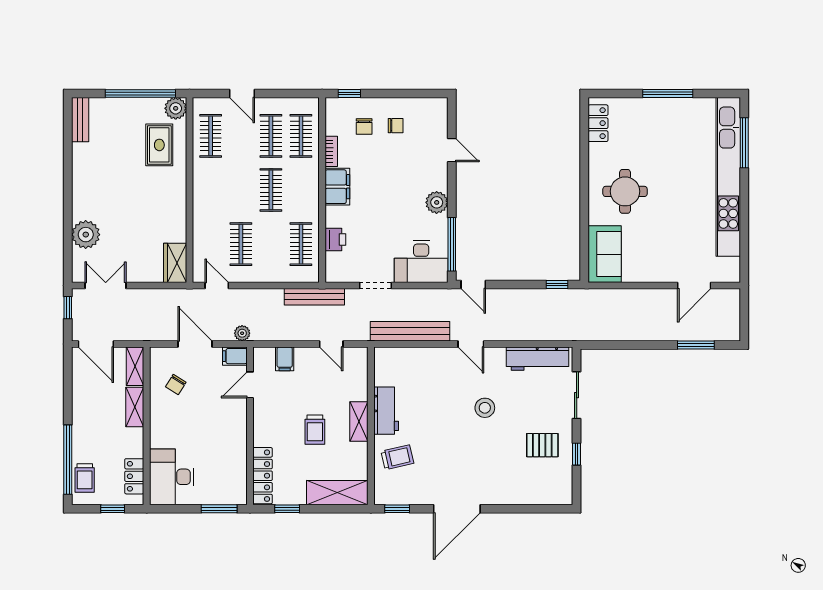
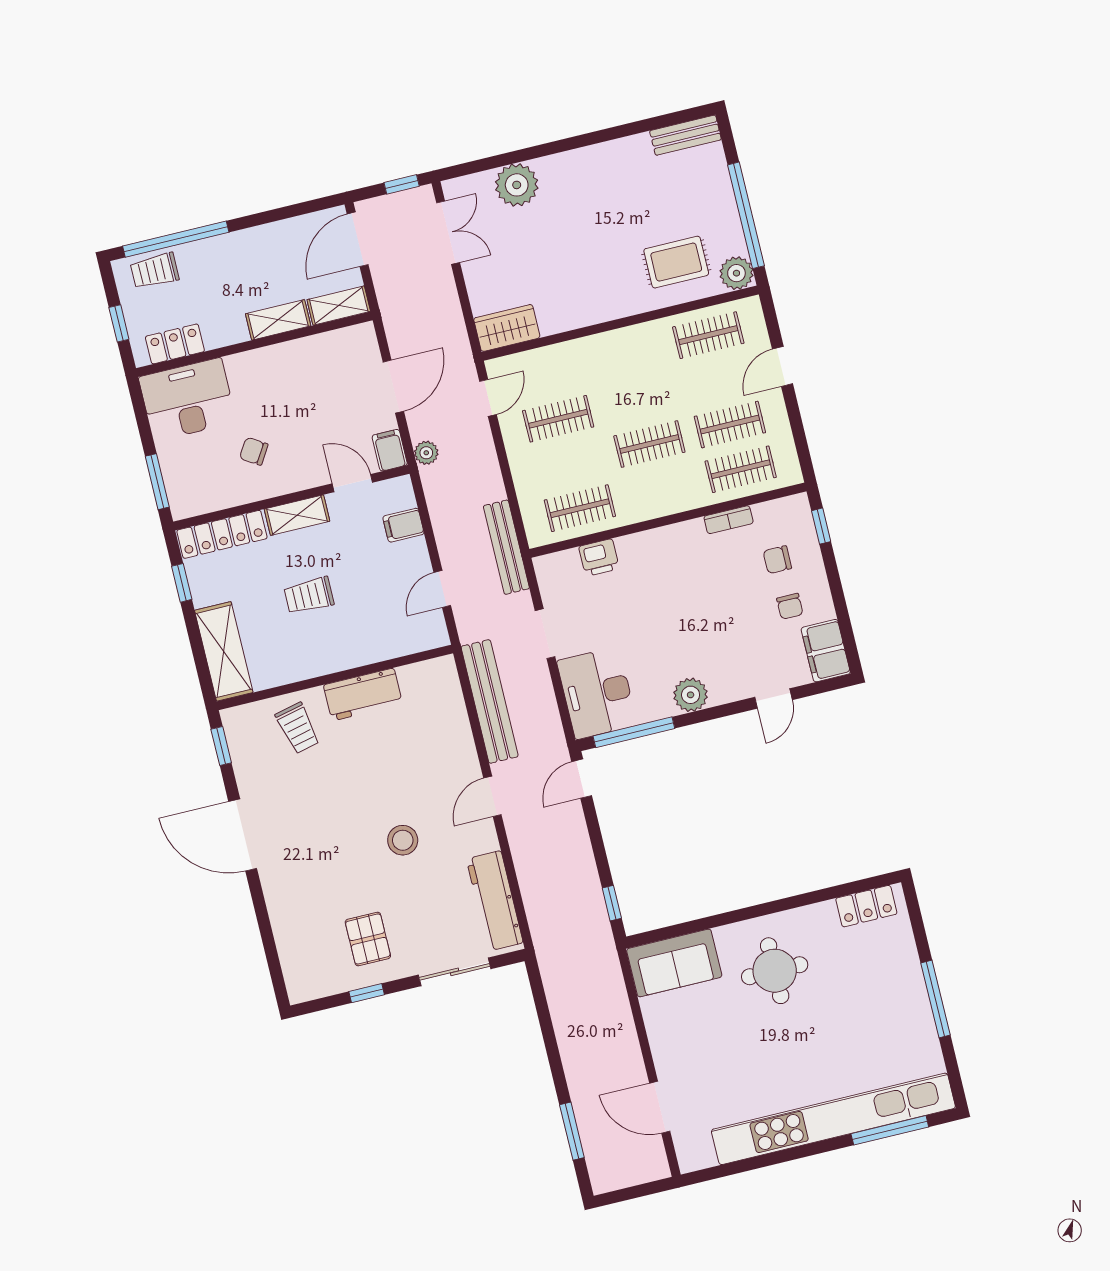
filing cabinet: (337, 187) -> (826, 651), moved, turned 90
chair: (176, 384) -> (254, 451), moved
shelving: (359, 422) -> (297, 515), moved

